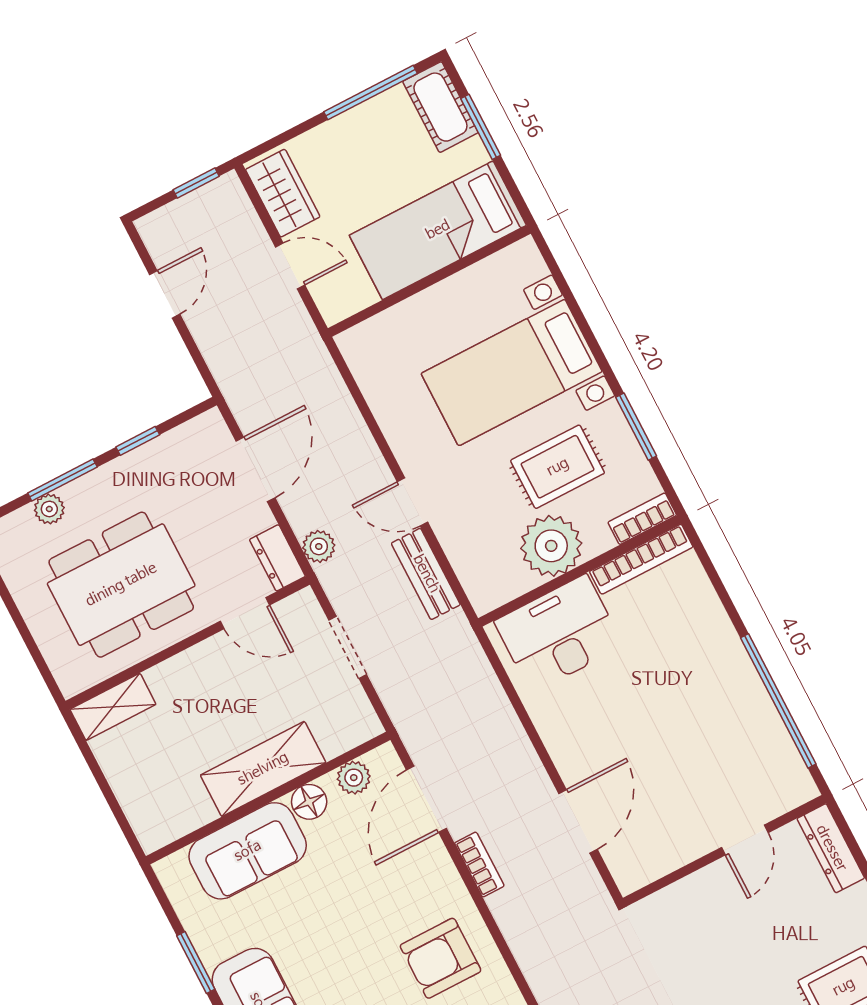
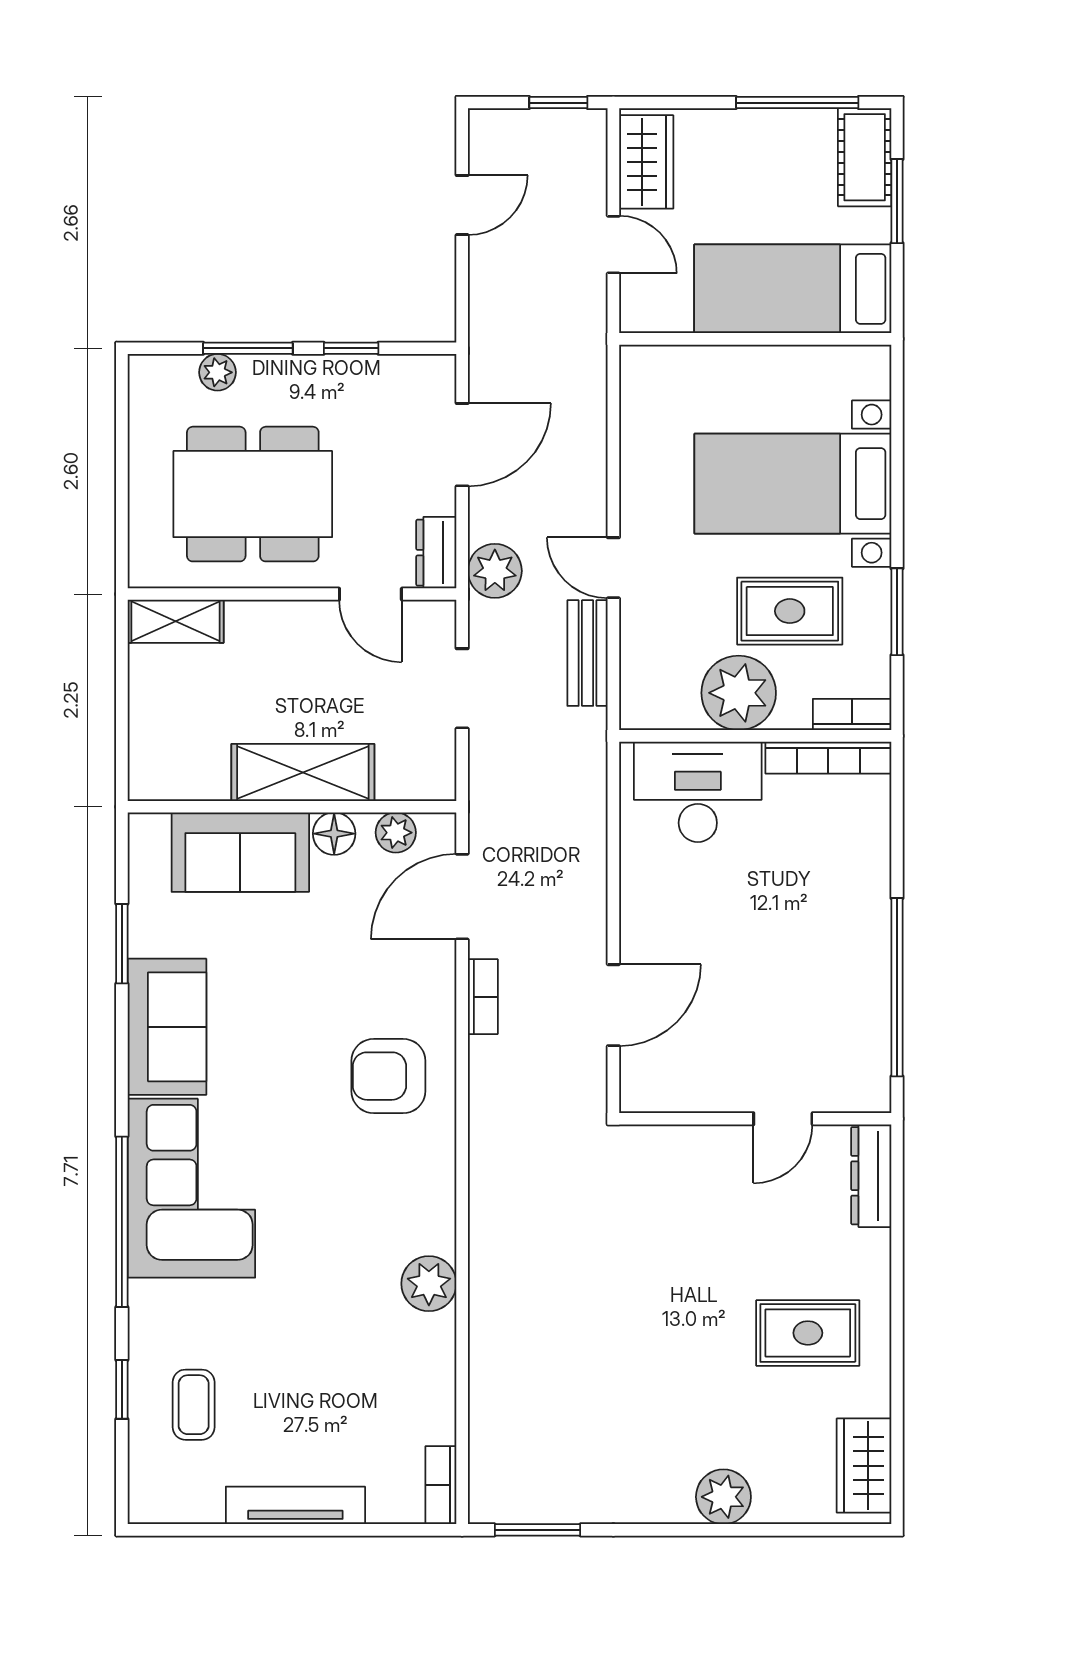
plant: (319, 546) -> (495, 571), width x1.38, depth x1.38

